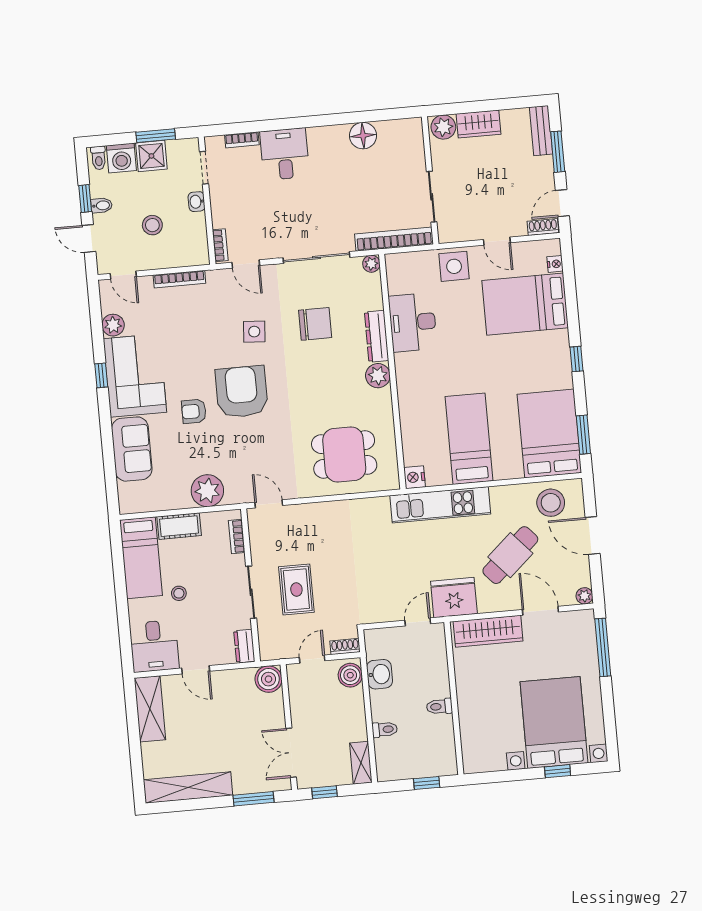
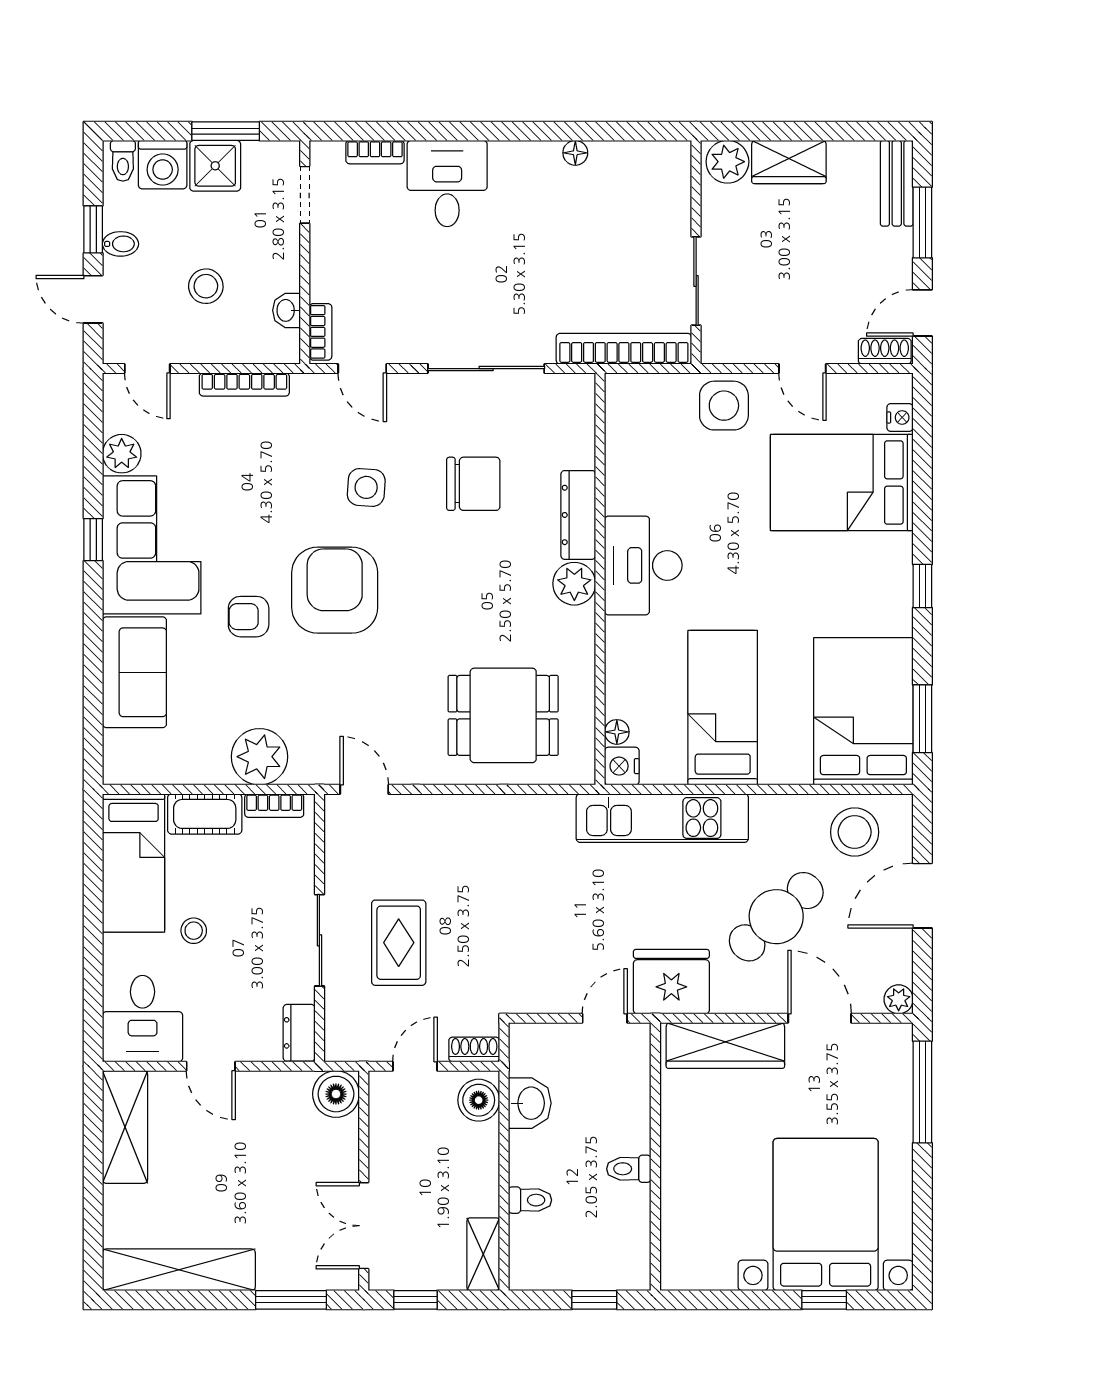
floor lamp: (363, 136) -> (575, 153), width x0.53, depth x0.53
washbasin: (197, 202) -> (286, 310), moved
plant: (371, 264) -> (581, 388), removed
desk: (413, 322) -> (643, 565), moved
floor lamp: (410, 458) -> (617, 732), added
door: (593, 535) -> (922, 896), hinge flipped
bookcase: (237, 537) -> (274, 806), moved, turned -90

